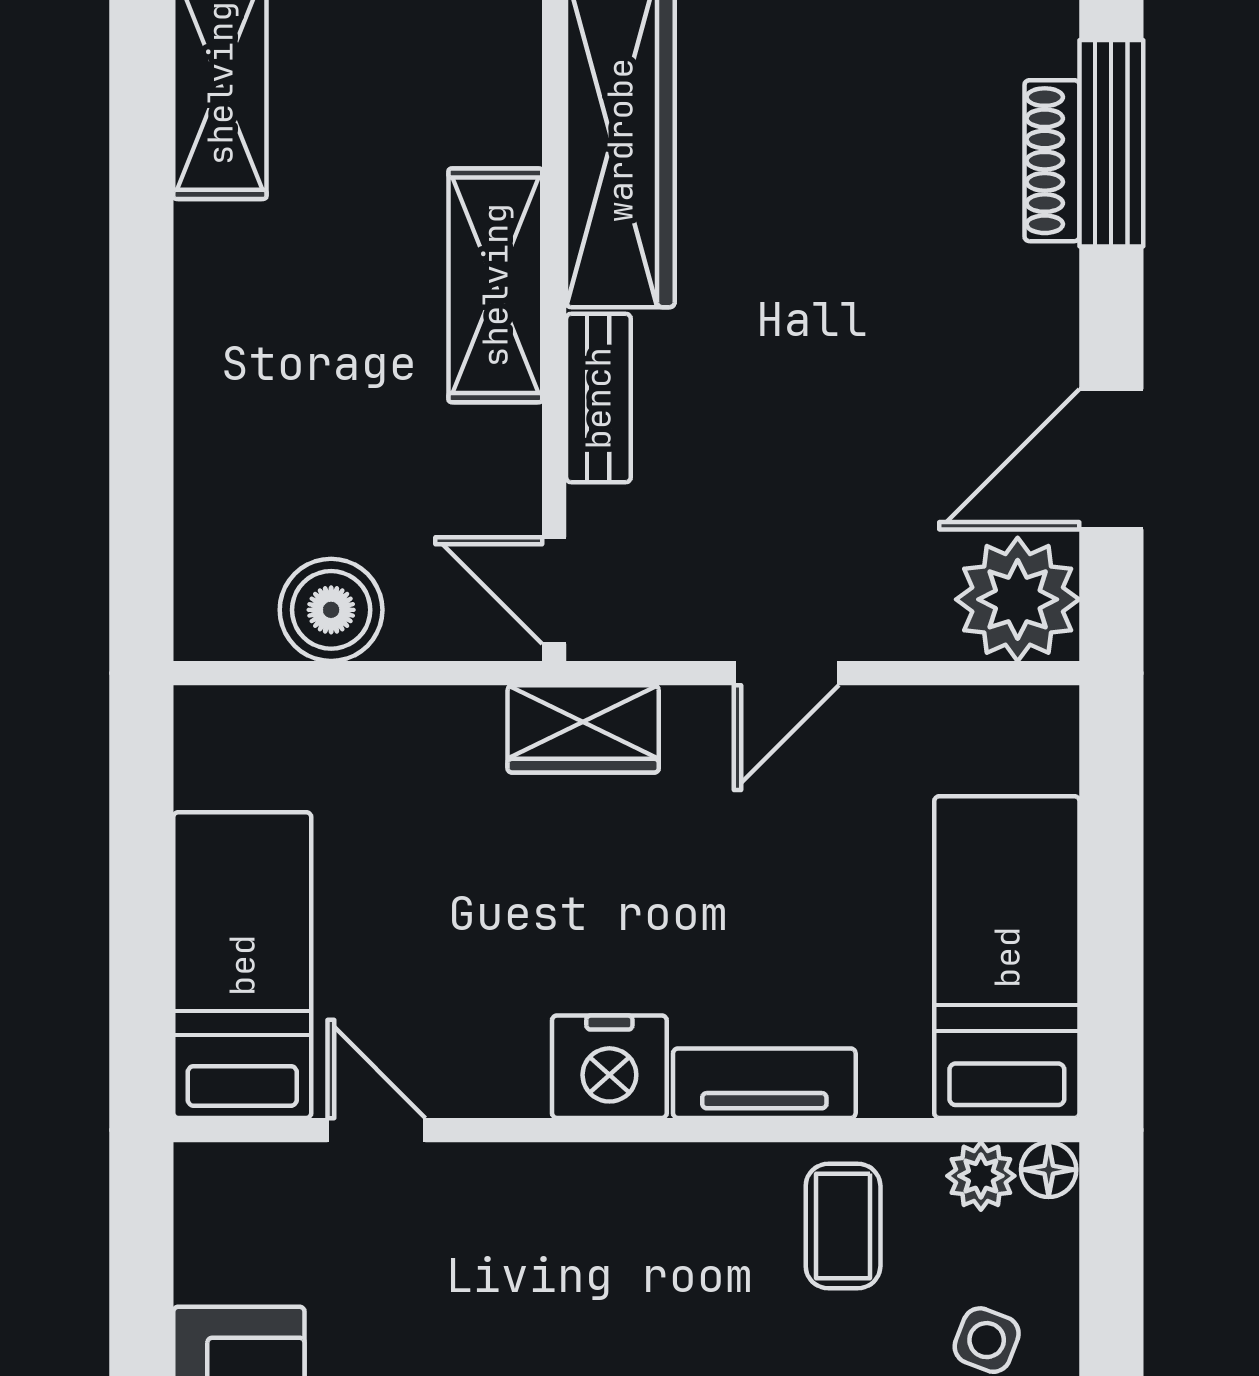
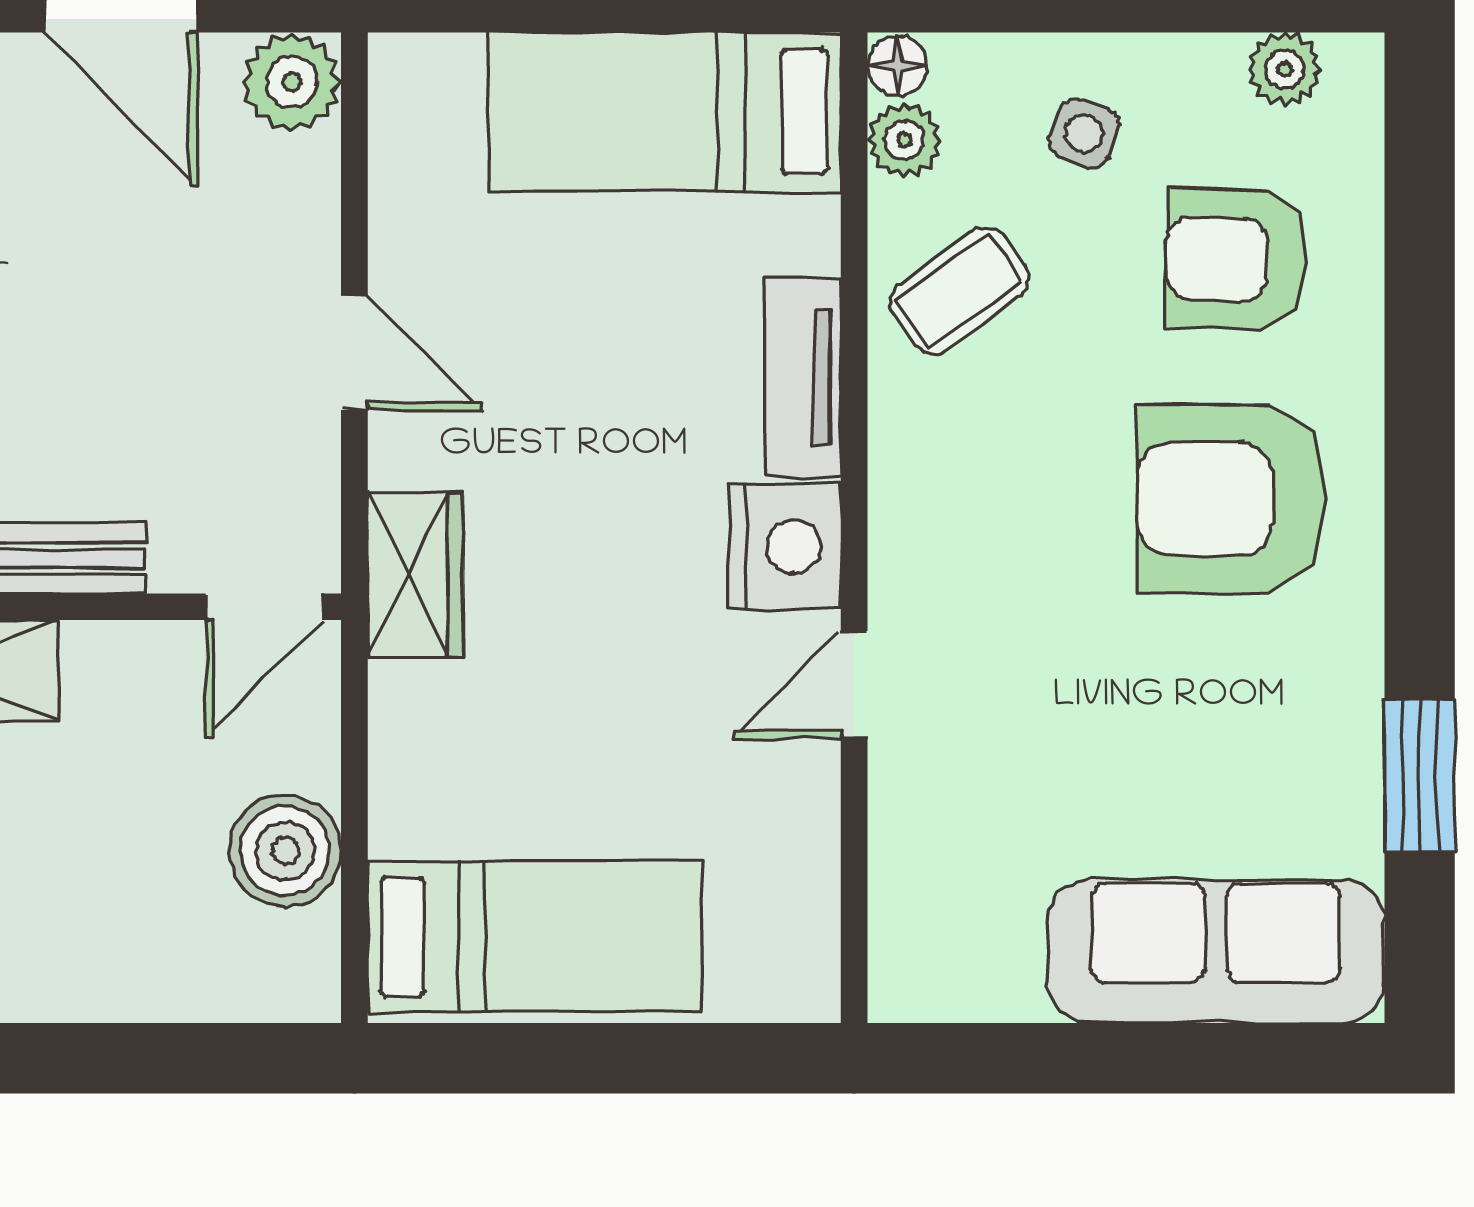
plant: (1018, 599) -> (292, 82), width x0.73, depth x0.73
bed: (242, 965) -> (535, 937), moved, turned 180
door: (376, 1130) -> (854, 685), moved
coffee table: (843, 1226) -> (959, 291), turned -36

